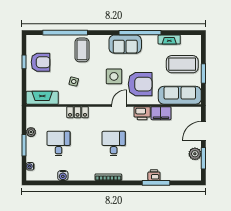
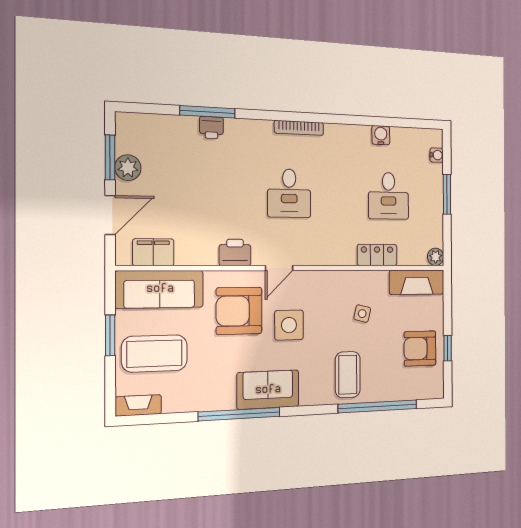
fireplace: (169, 40) -> (138, 405), moved
locker: (78, 112) -> (377, 255), moved
filing cabinet: (161, 113) -> (153, 252), moved
plant: (31, 132) -> (436, 257), moved

